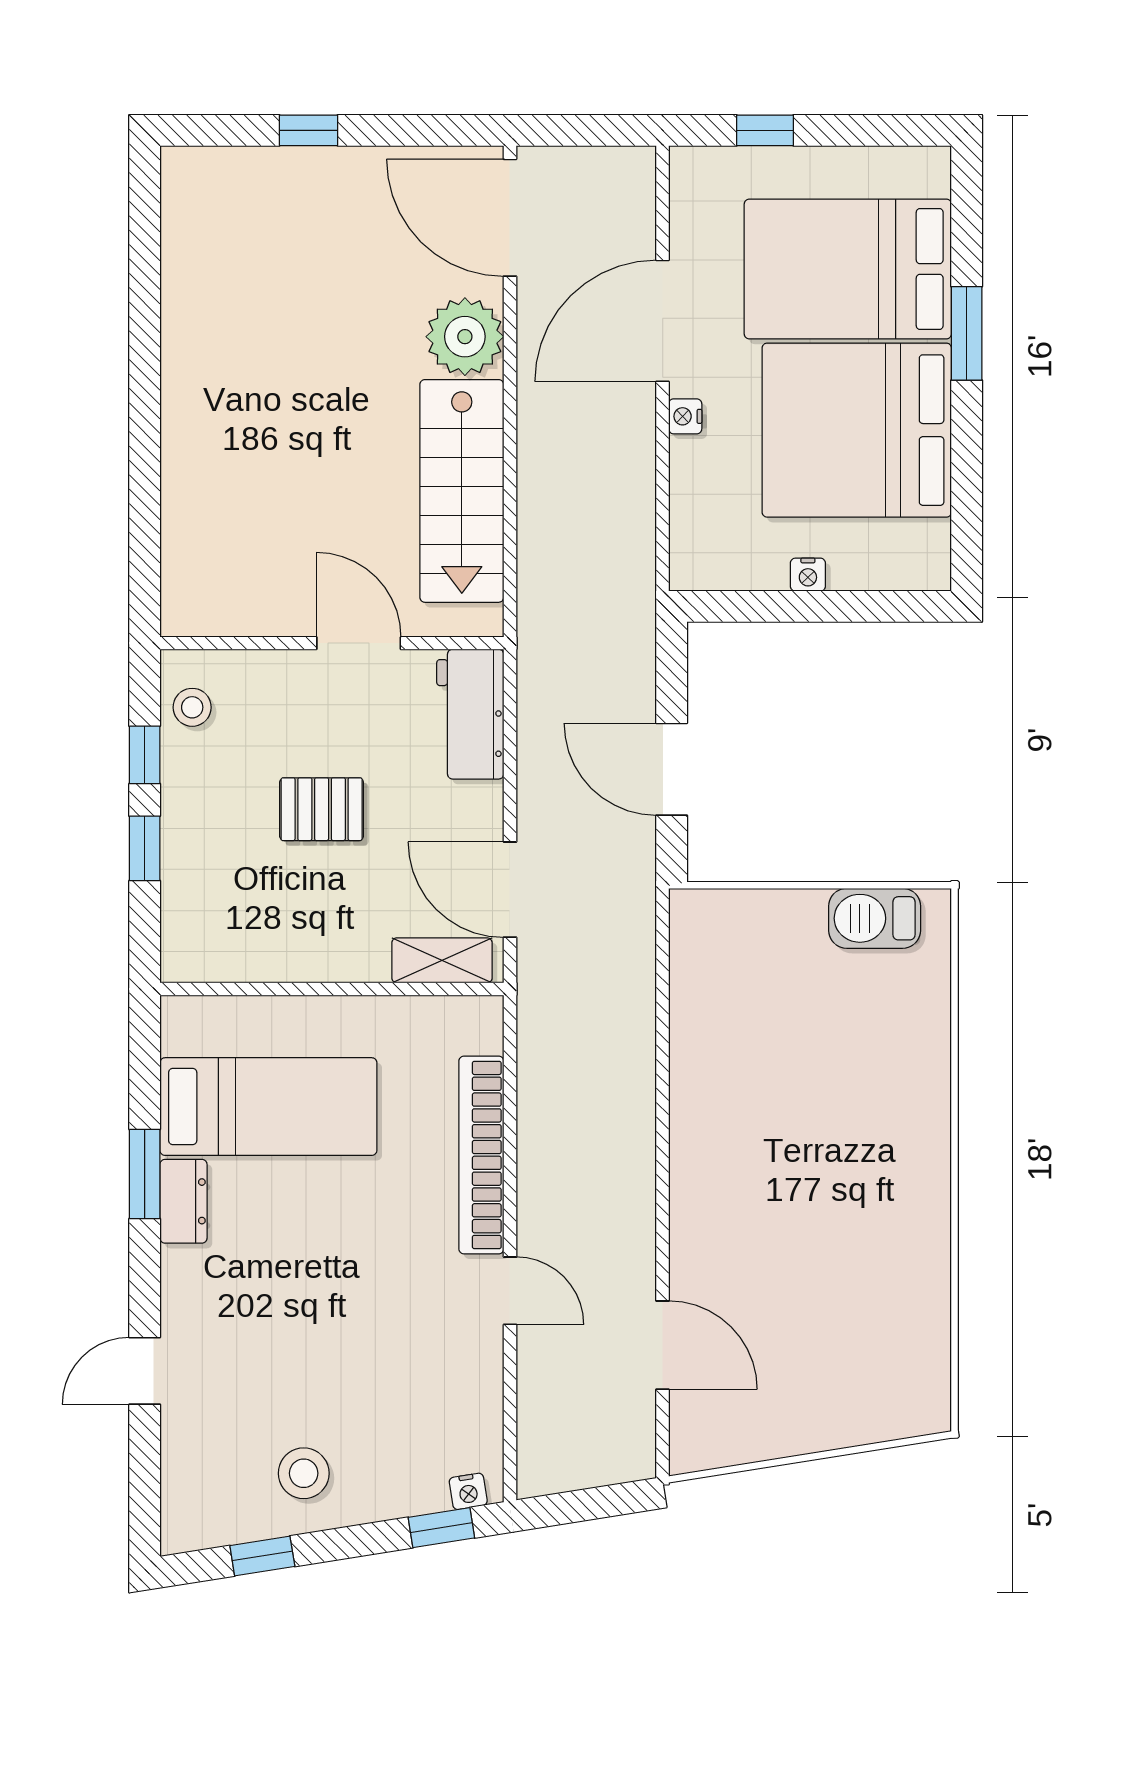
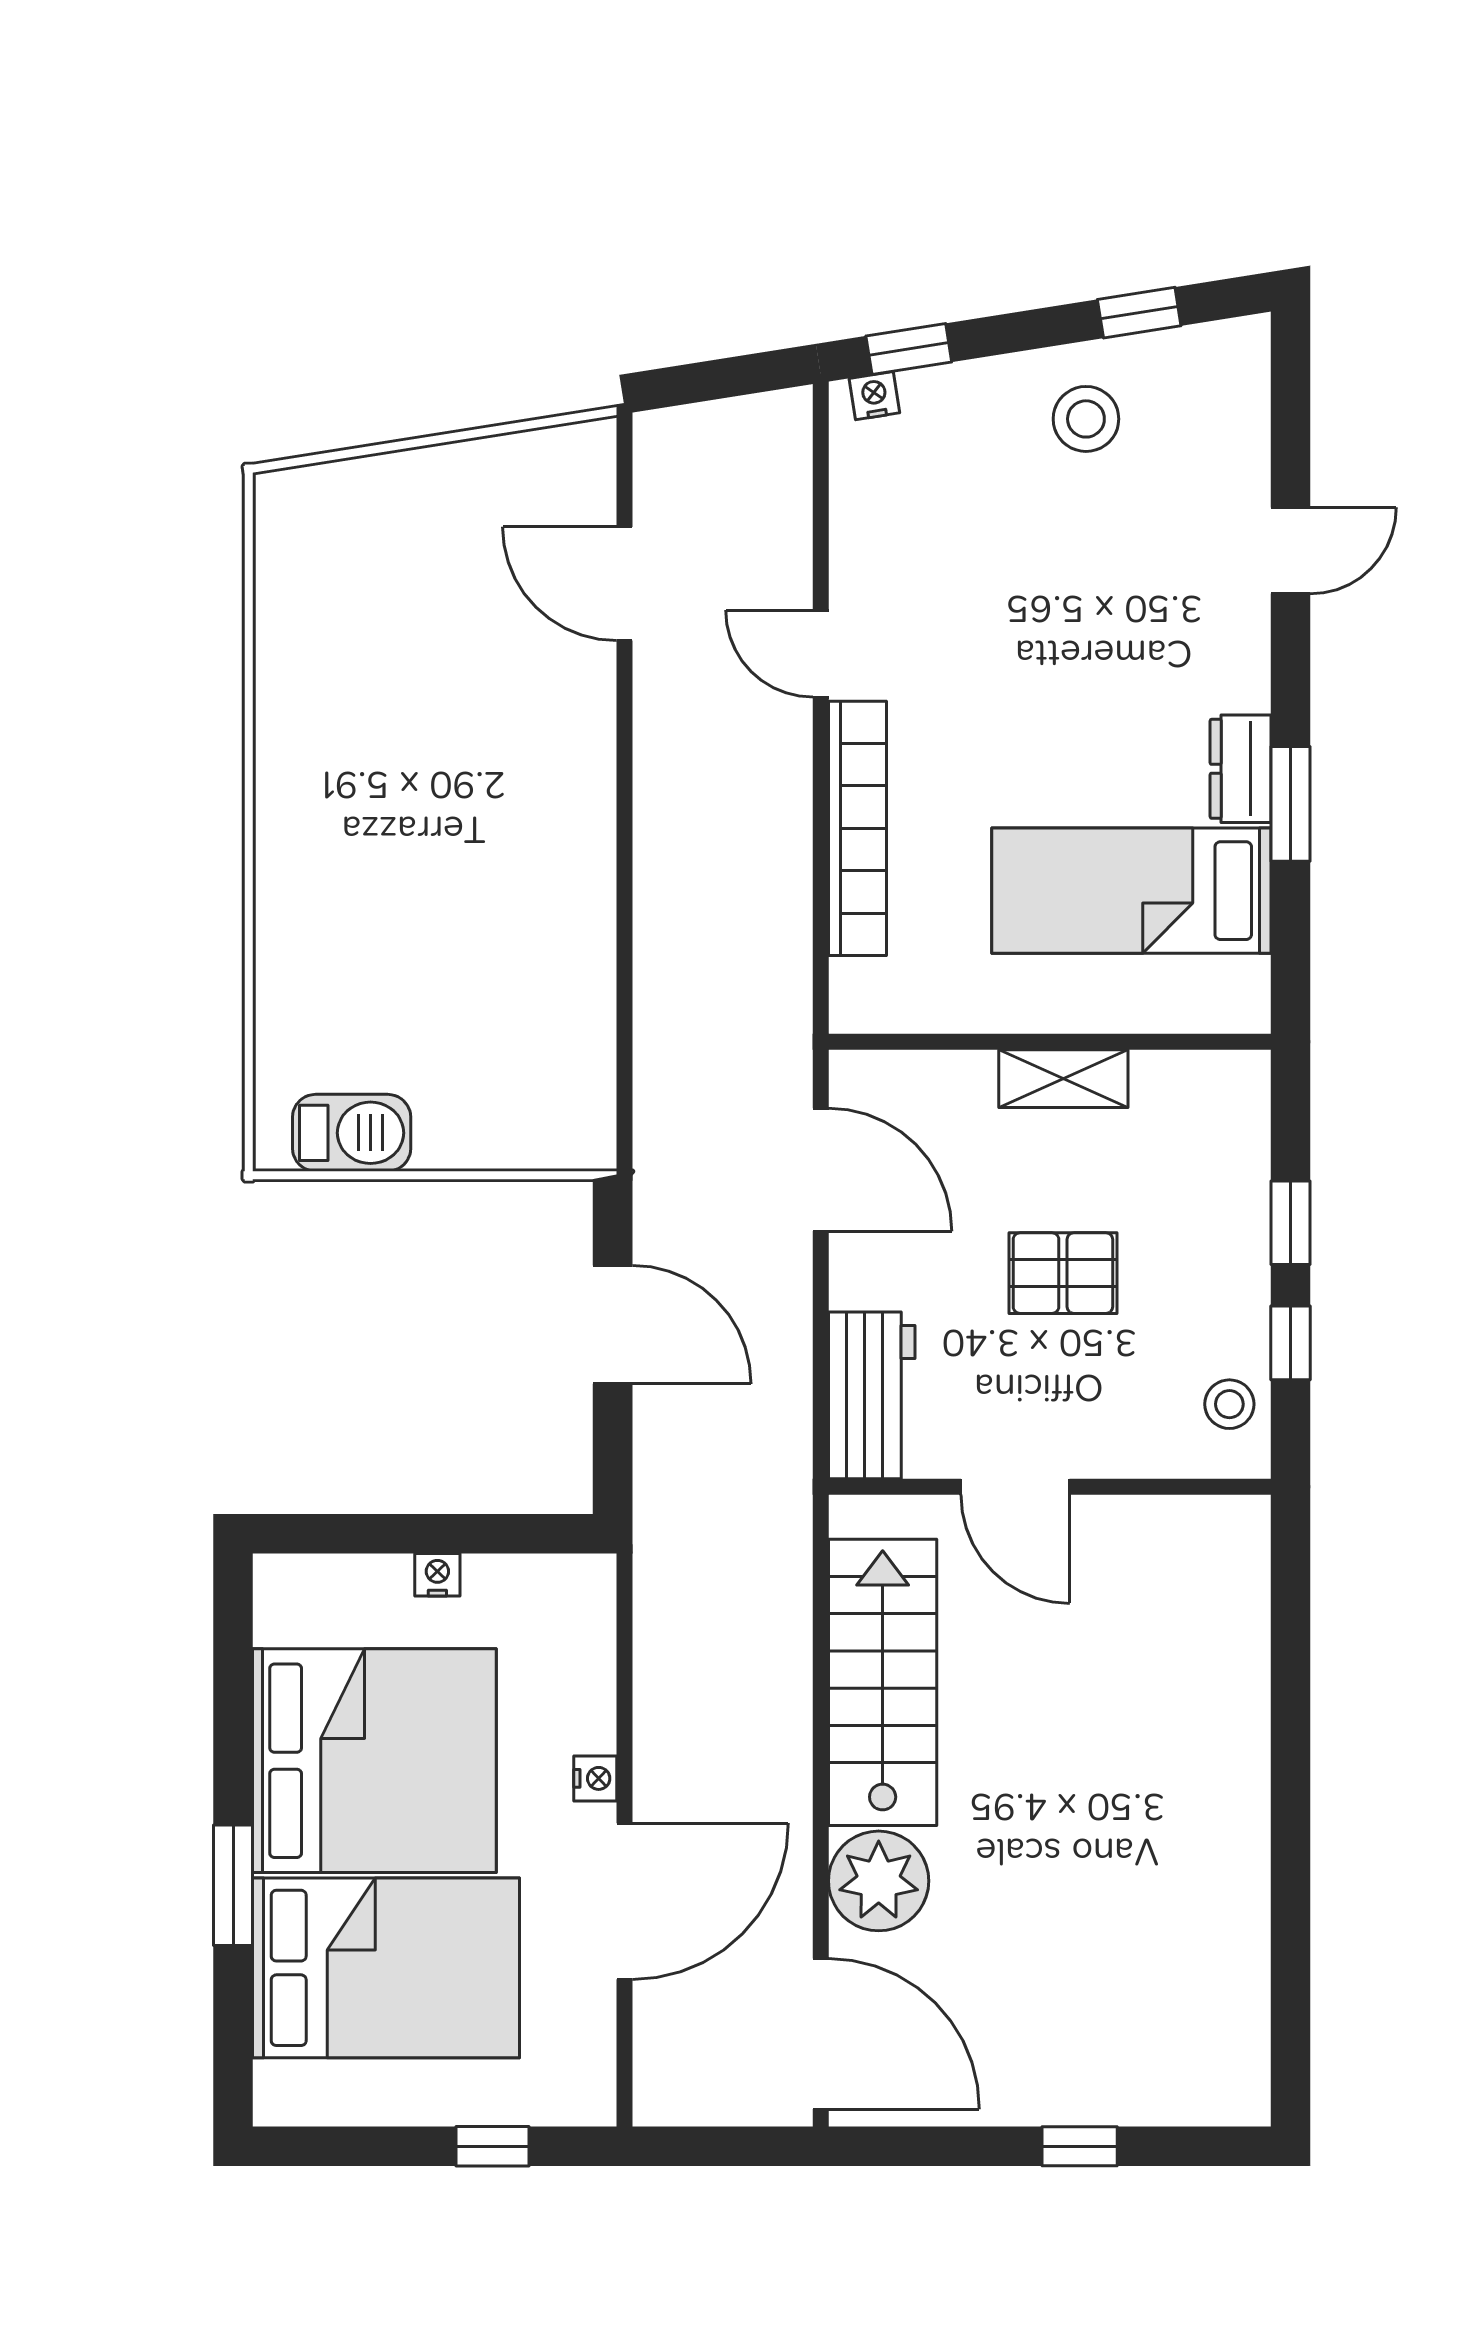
shelving: (442, 960) -> (1063, 1079), moved

